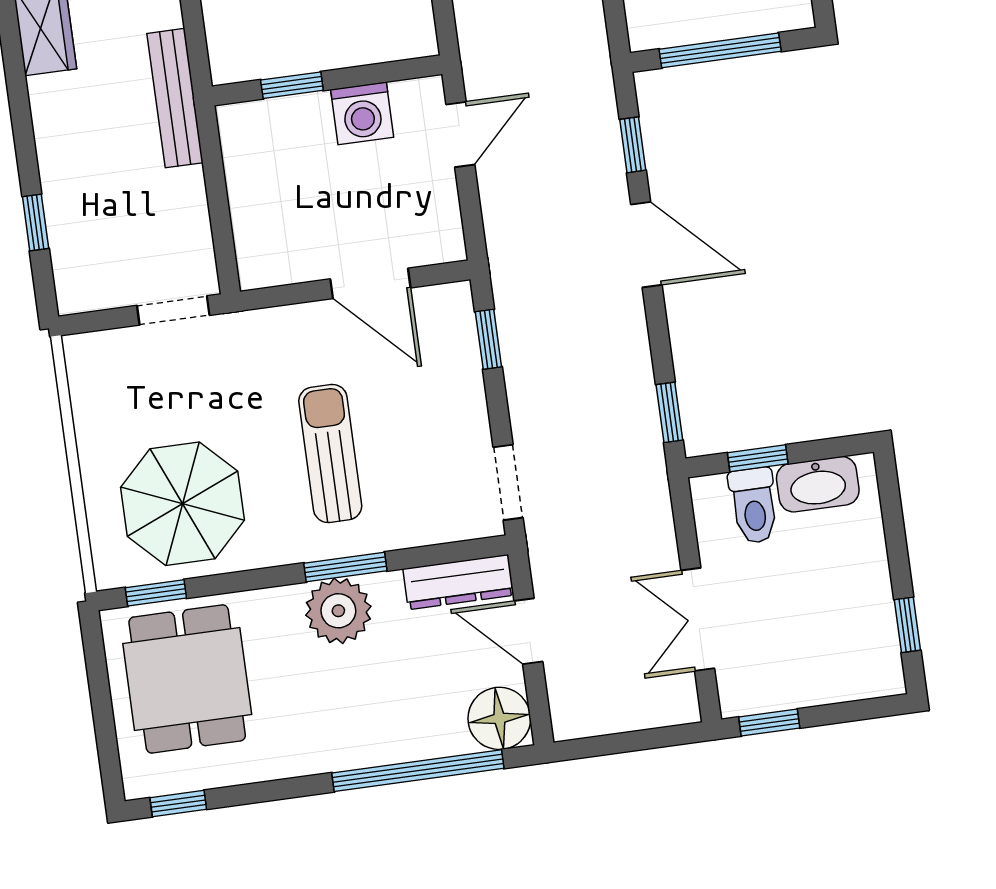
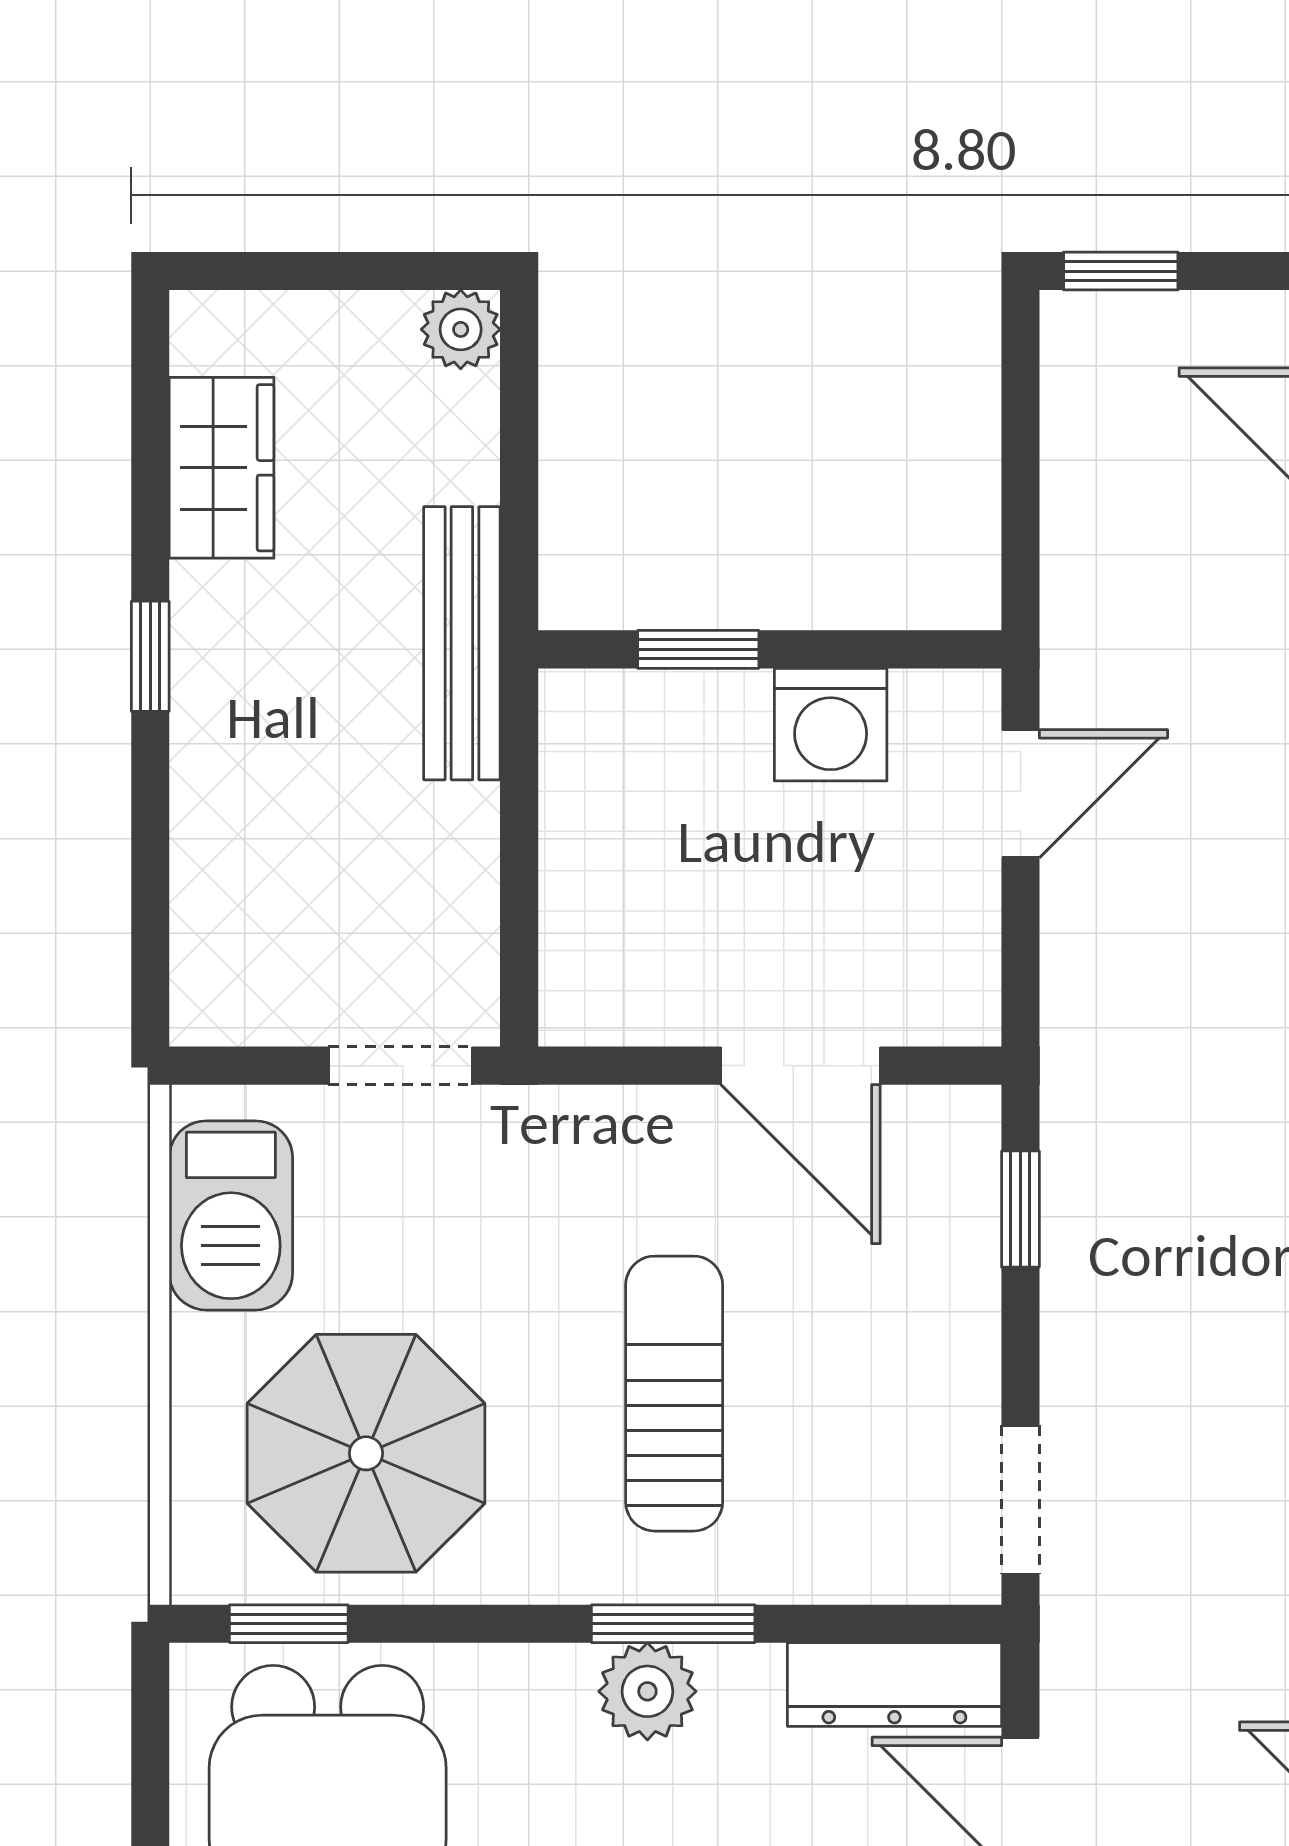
window: (36, 222) -> (150, 656), moved
barbecue: (100, 396) -> (231, 1215), added
plant: (338, 611) -> (647, 1691), width x0.73, depth x0.73

